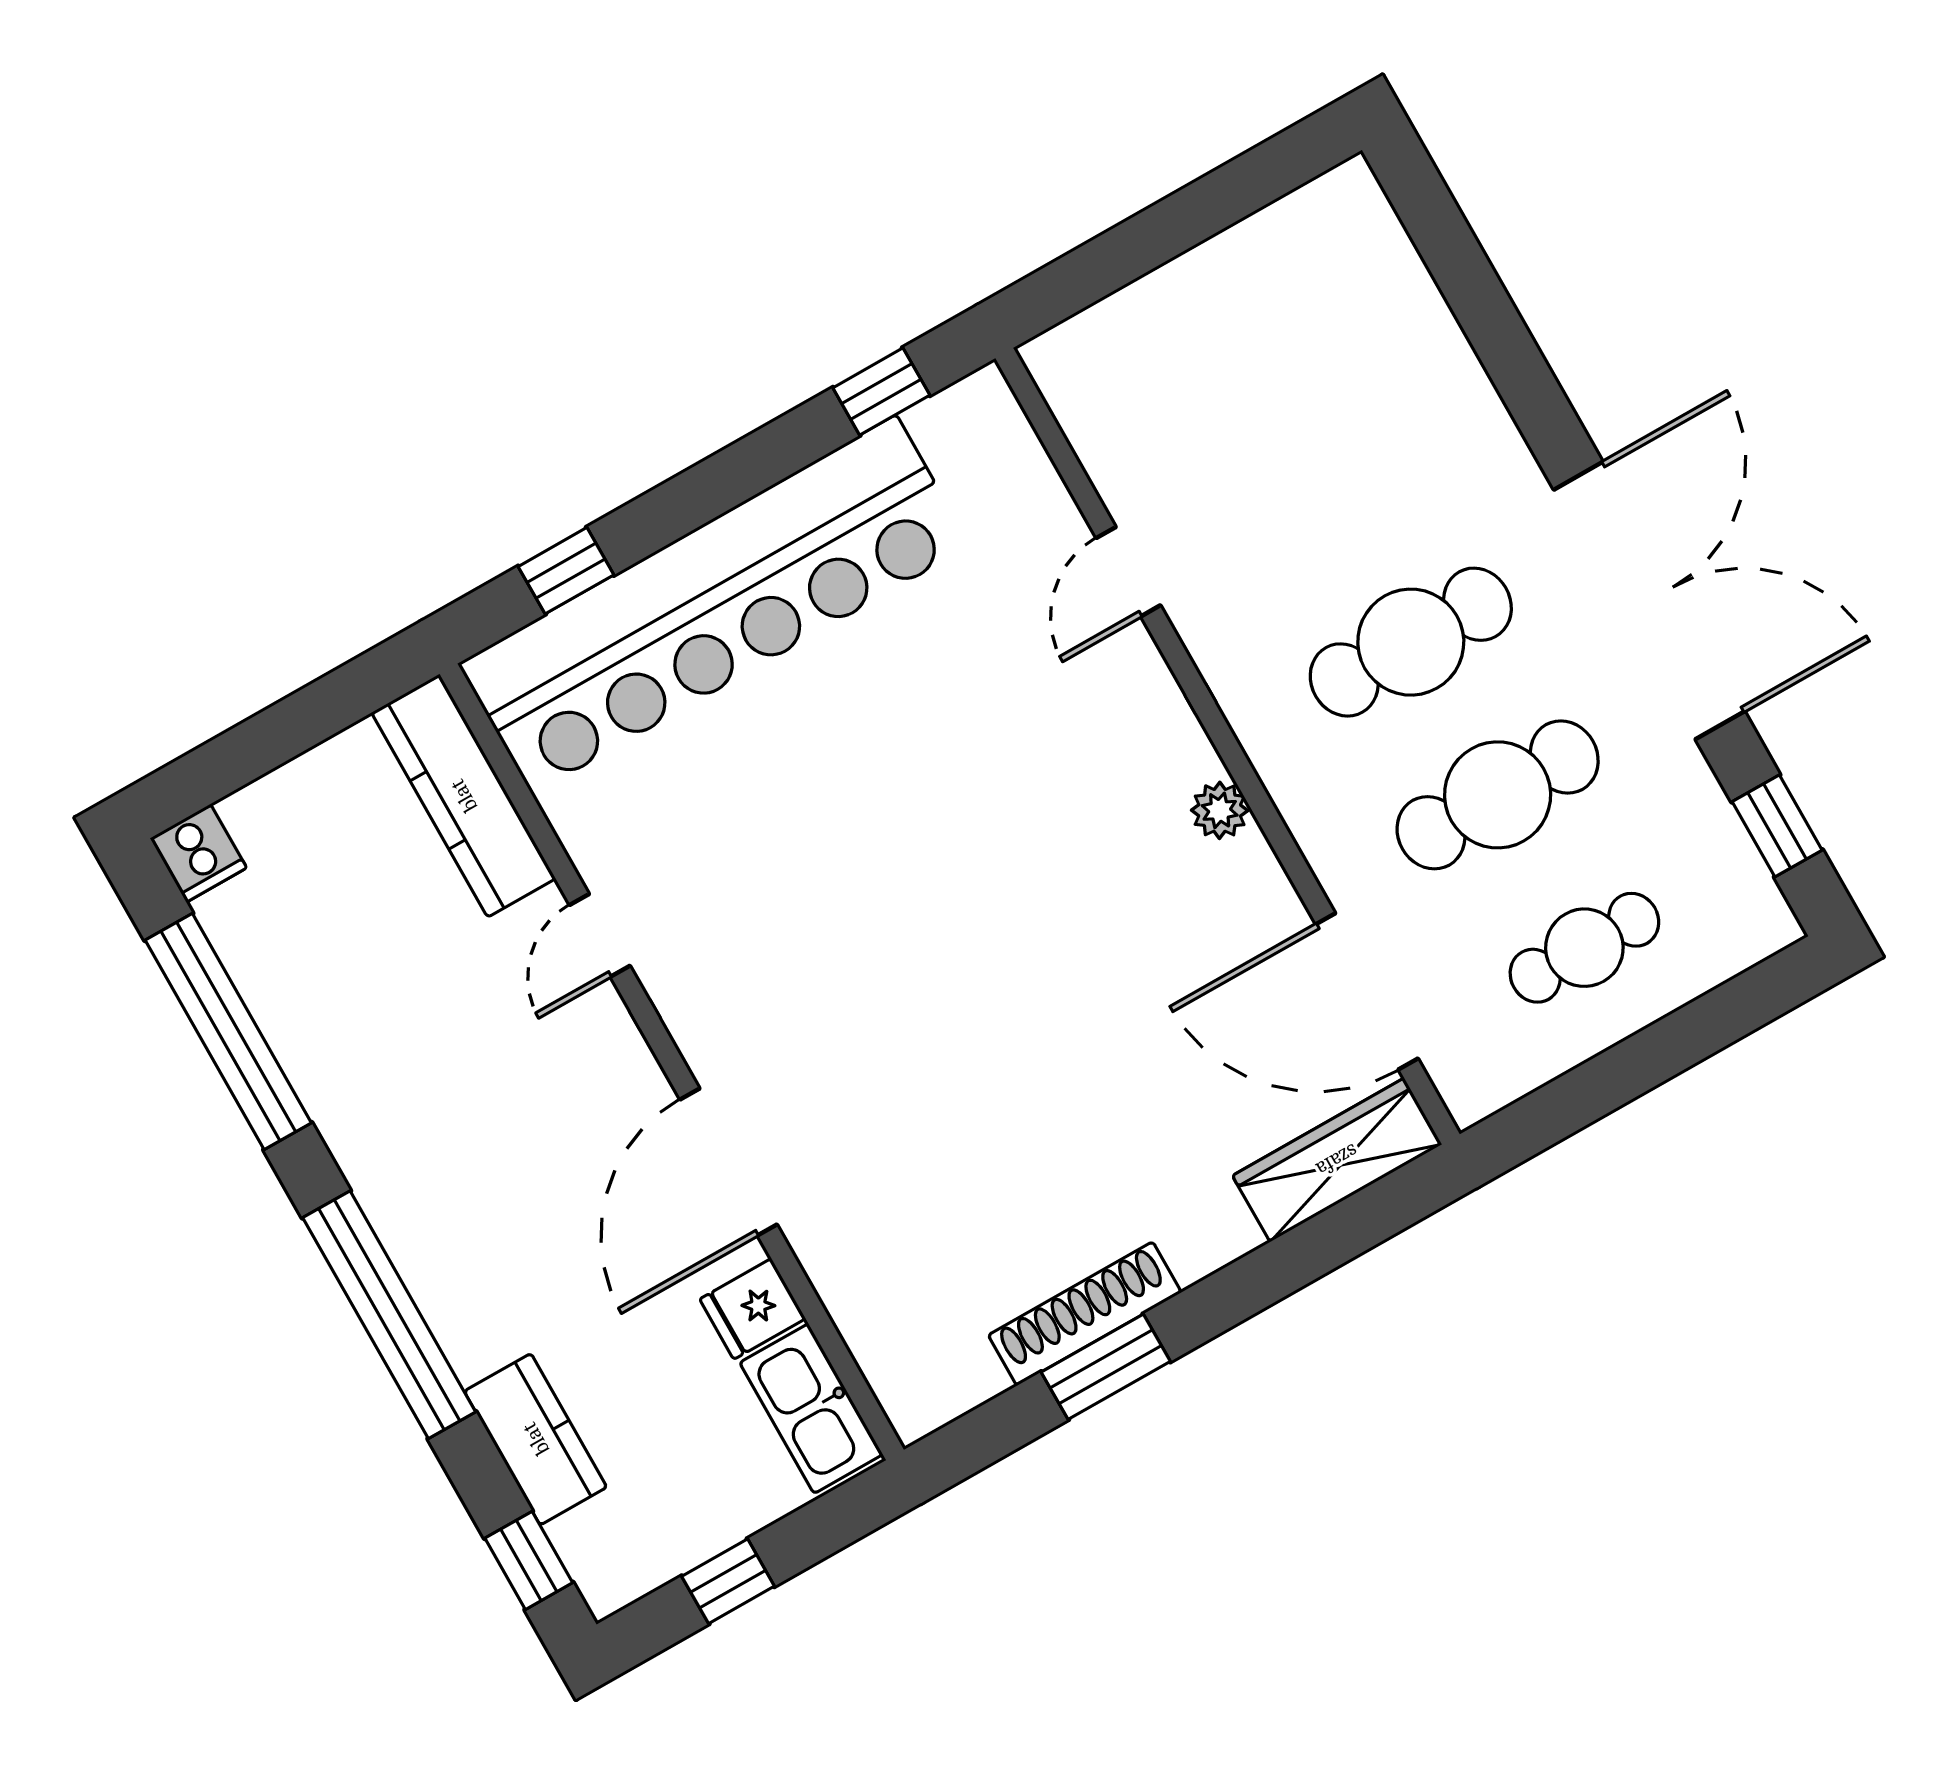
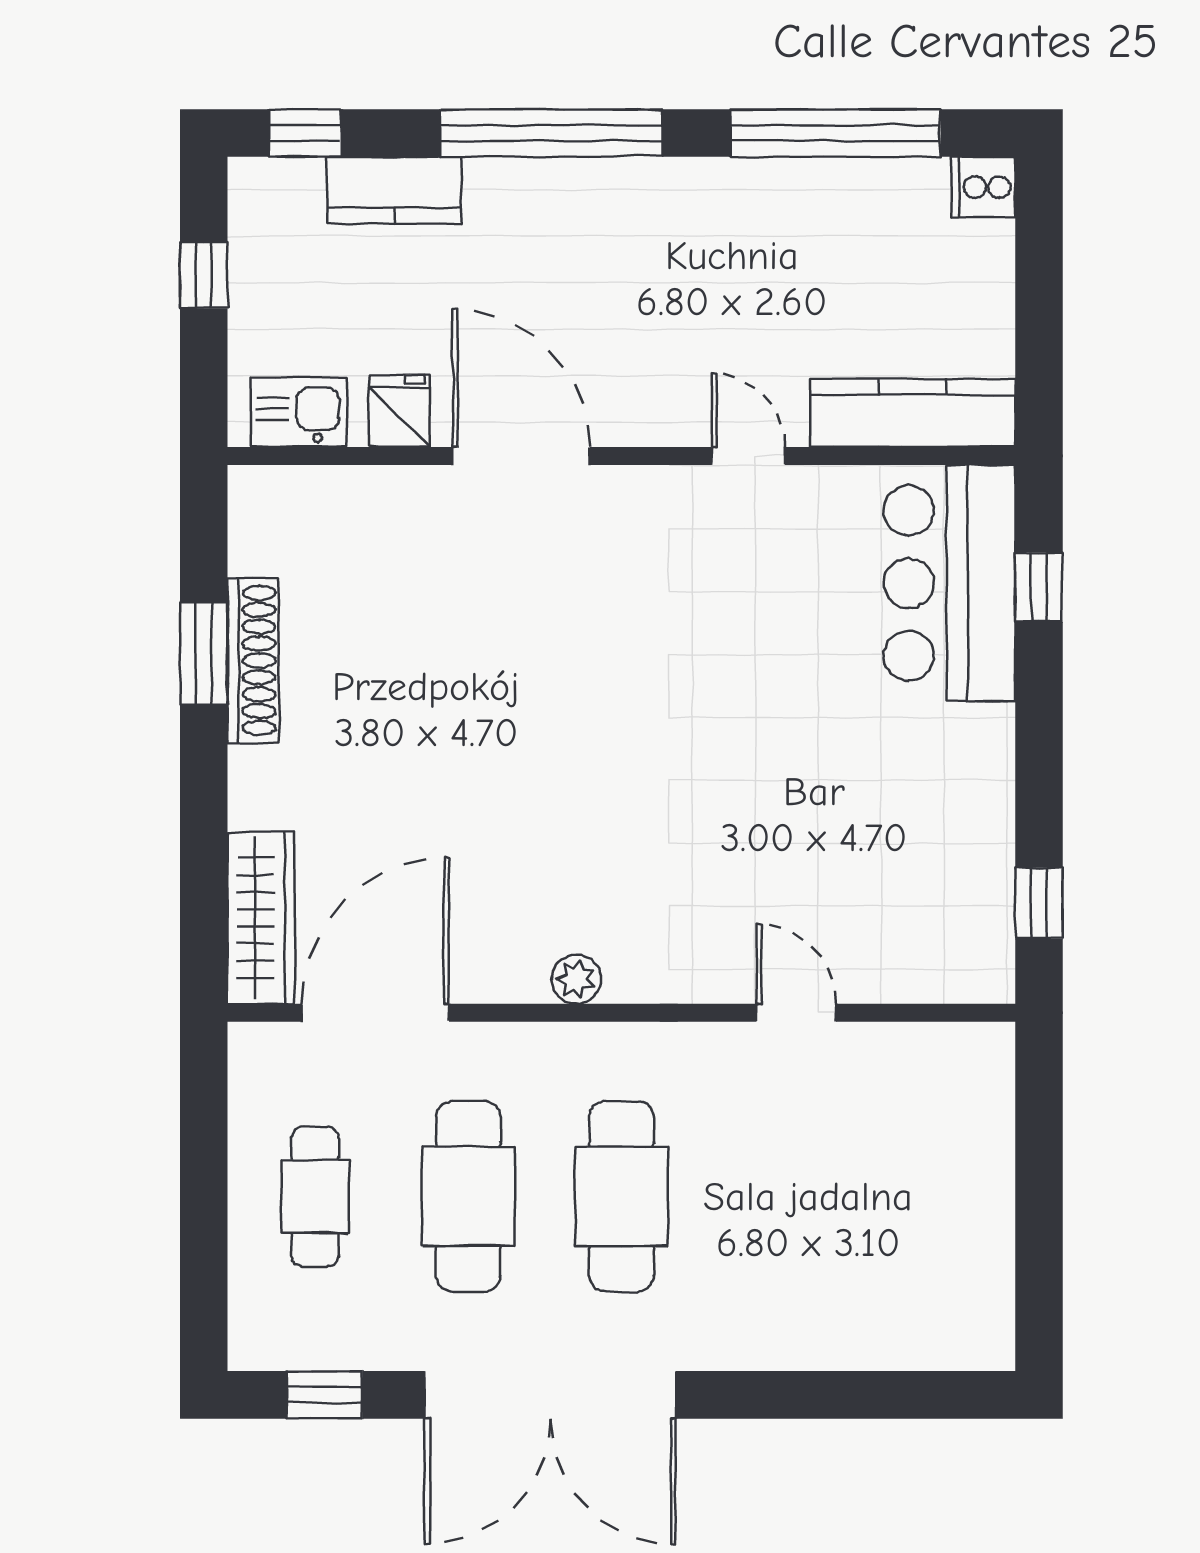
bar counter: (714, 605) -> (950, 583), width x0.54
kitchen sink: (811, 1409) -> (299, 412), width x0.73

